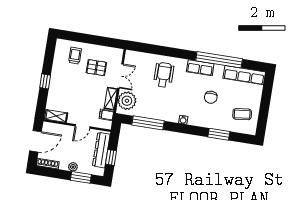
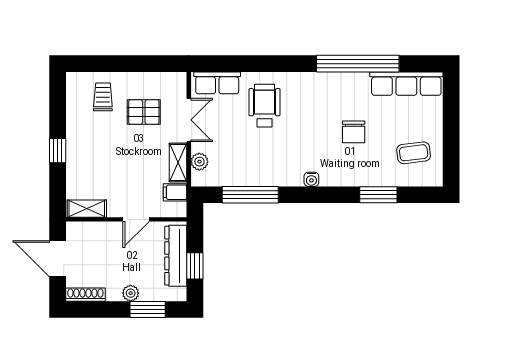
row of seats: (200, 68) -> (217, 83), moved
plant: (127, 101) -> (199, 162), width x0.53, depth x0.53
door: (36, 141) -> (58, 259), swing flipped

